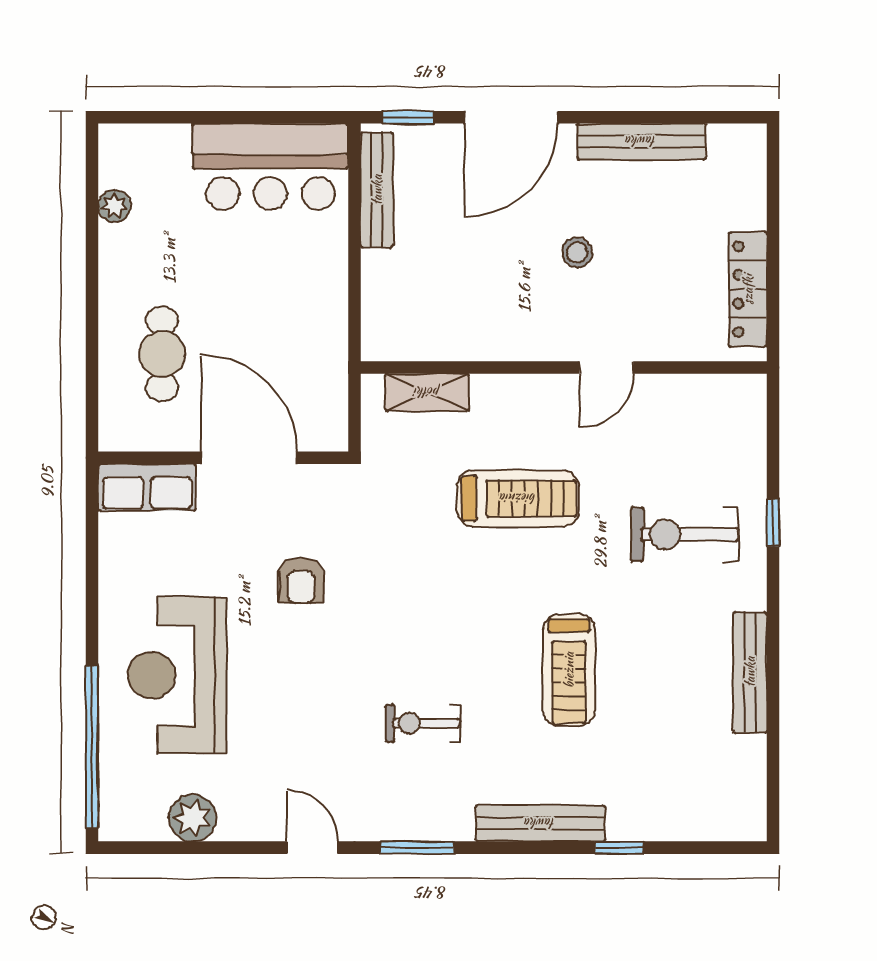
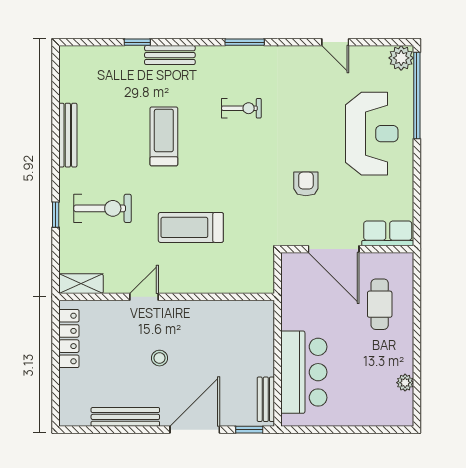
bar counter: (270, 167) -> (304, 372), moved, turned 90
bench: (377, 190) -> (266, 399), width x0.73
shelving: (427, 392) -> (81, 284), moved
plant: (193, 818) -> (401, 58), moved
bench: (540, 823) -> (170, 55), width x0.73
door: (313, 848) -> (335, 42), moved

